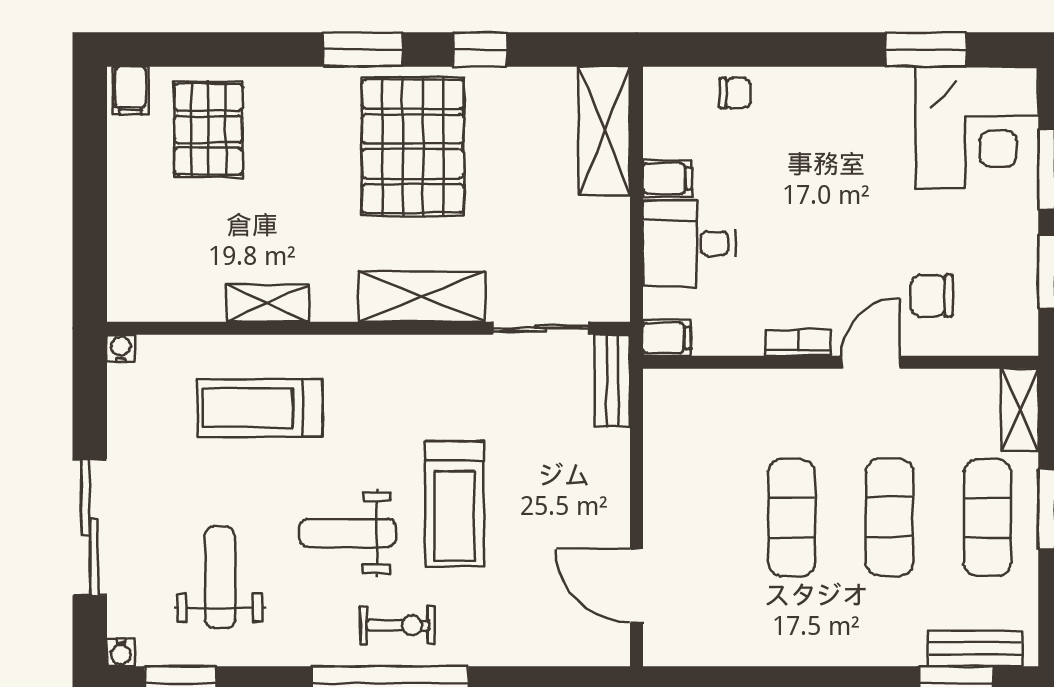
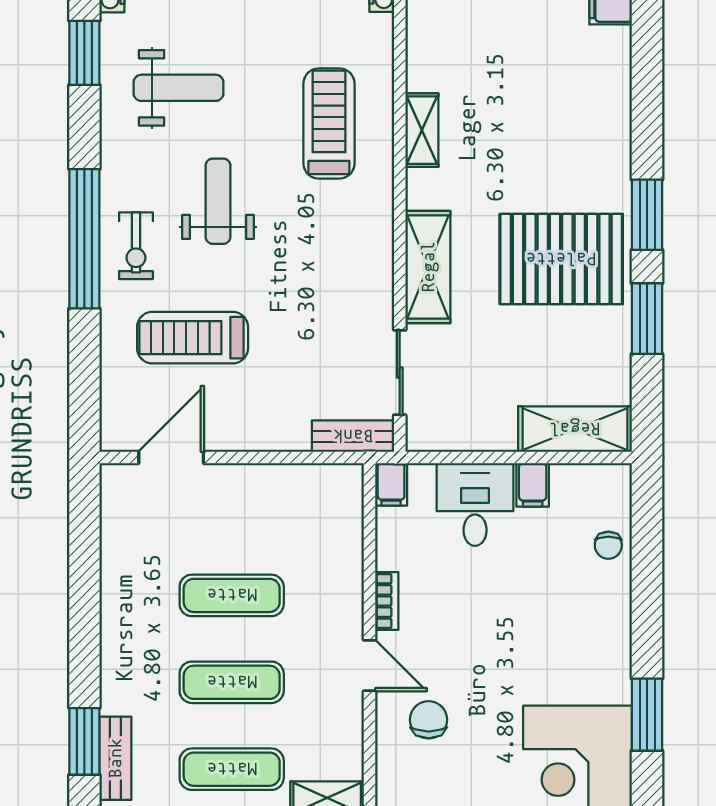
window: (480, 49) -> (647, 319), width x1.50
pallet: (208, 129) -> (576, 78), removed
treadmill: (454, 504) -> (193, 338), moved

